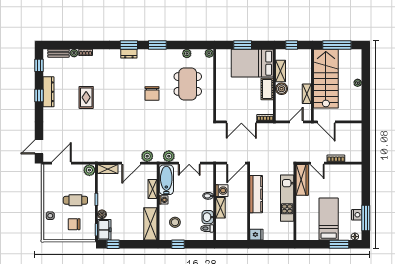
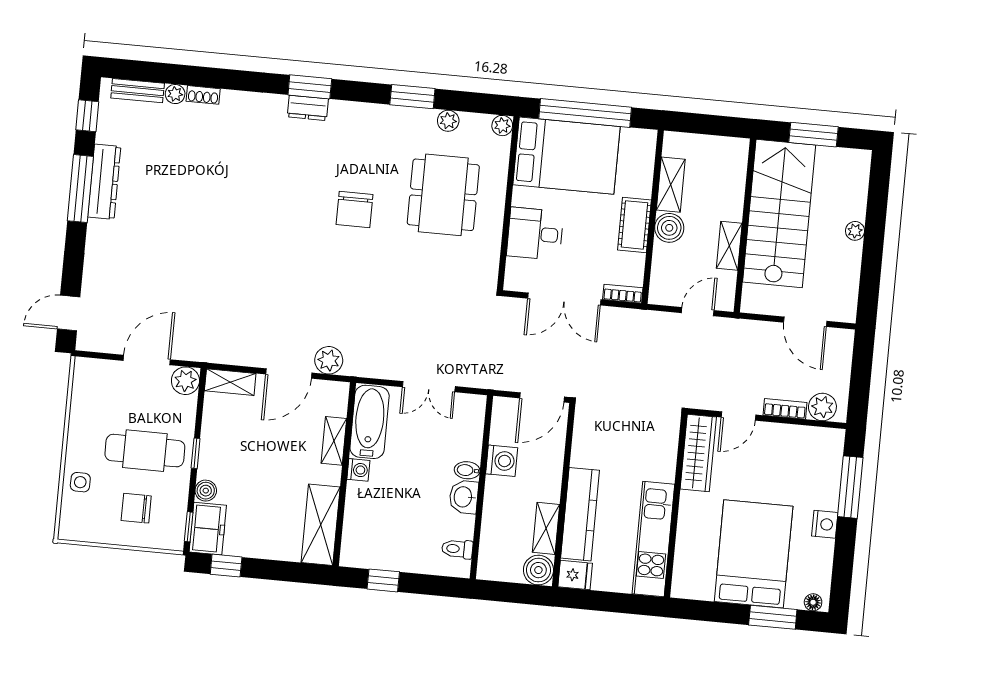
window: (157, 45) -> (412, 97), moved
window: (243, 45) -> (585, 113), width x2.11
window: (292, 45) -> (704, 124), removed
window: (337, 45) -> (814, 135), width x0.69
bed: (252, 63) -> (567, 156), moved, turned 180
window: (39, 95) -> (80, 189), width x2.17
desk: (227, 96) -> (535, 234), added
rug: (86, 97) -> (194, 204), removed
door: (326, 122) -> (805, 322), moved
plant: (169, 156) -> (822, 407), moved
door: (62, 163) -> (147, 360), moved
door: (317, 163) -> (738, 416), hinge flipped
kitchen counter: (256, 194) -> (580, 514), moved
kitchen unit: (287, 198) -> (653, 539), moved
cafe table: (75, 200) -> (145, 451), width x1.37, depth x1.35
shelving: (221, 208) -> (546, 528), moved
nightstand: (357, 215) -> (825, 524), moved
washbasin: (208, 217) -> (464, 497), moved
window: (366, 218) -> (850, 487), moved
bed: (329, 219) -> (754, 554), width x1.50
stool: (175, 222) -> (381, 527), removed
boiler: (241, 234) -> (538, 570), added

